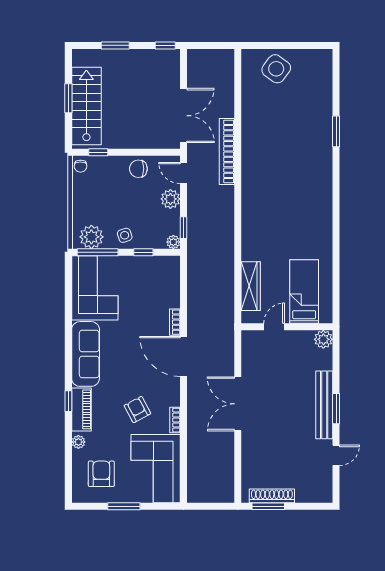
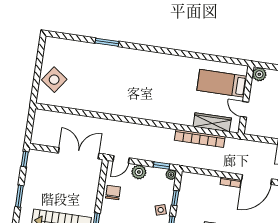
bookcase: (227, 151) -> (200, 138), moved
chair: (138, 169) -> (113, 192), turned 180

